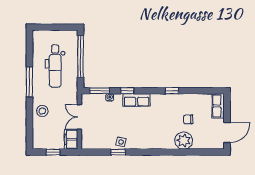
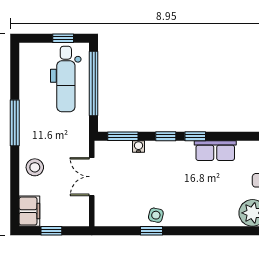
window: (61, 27) -> (63, 38), added
dental chair: (55, 66) -> (66, 79), moved
window: (172, 91) -> (195, 136), moved
row of seats: (137, 100) -> (215, 151), moved
filing cabinet: (71, 139) -> (29, 211), moved, turned 180

